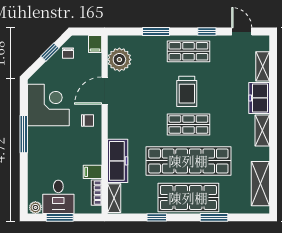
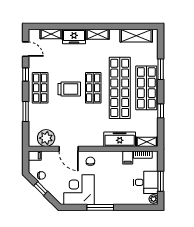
door: (242, 31) -> (26, 49), swing flipped

